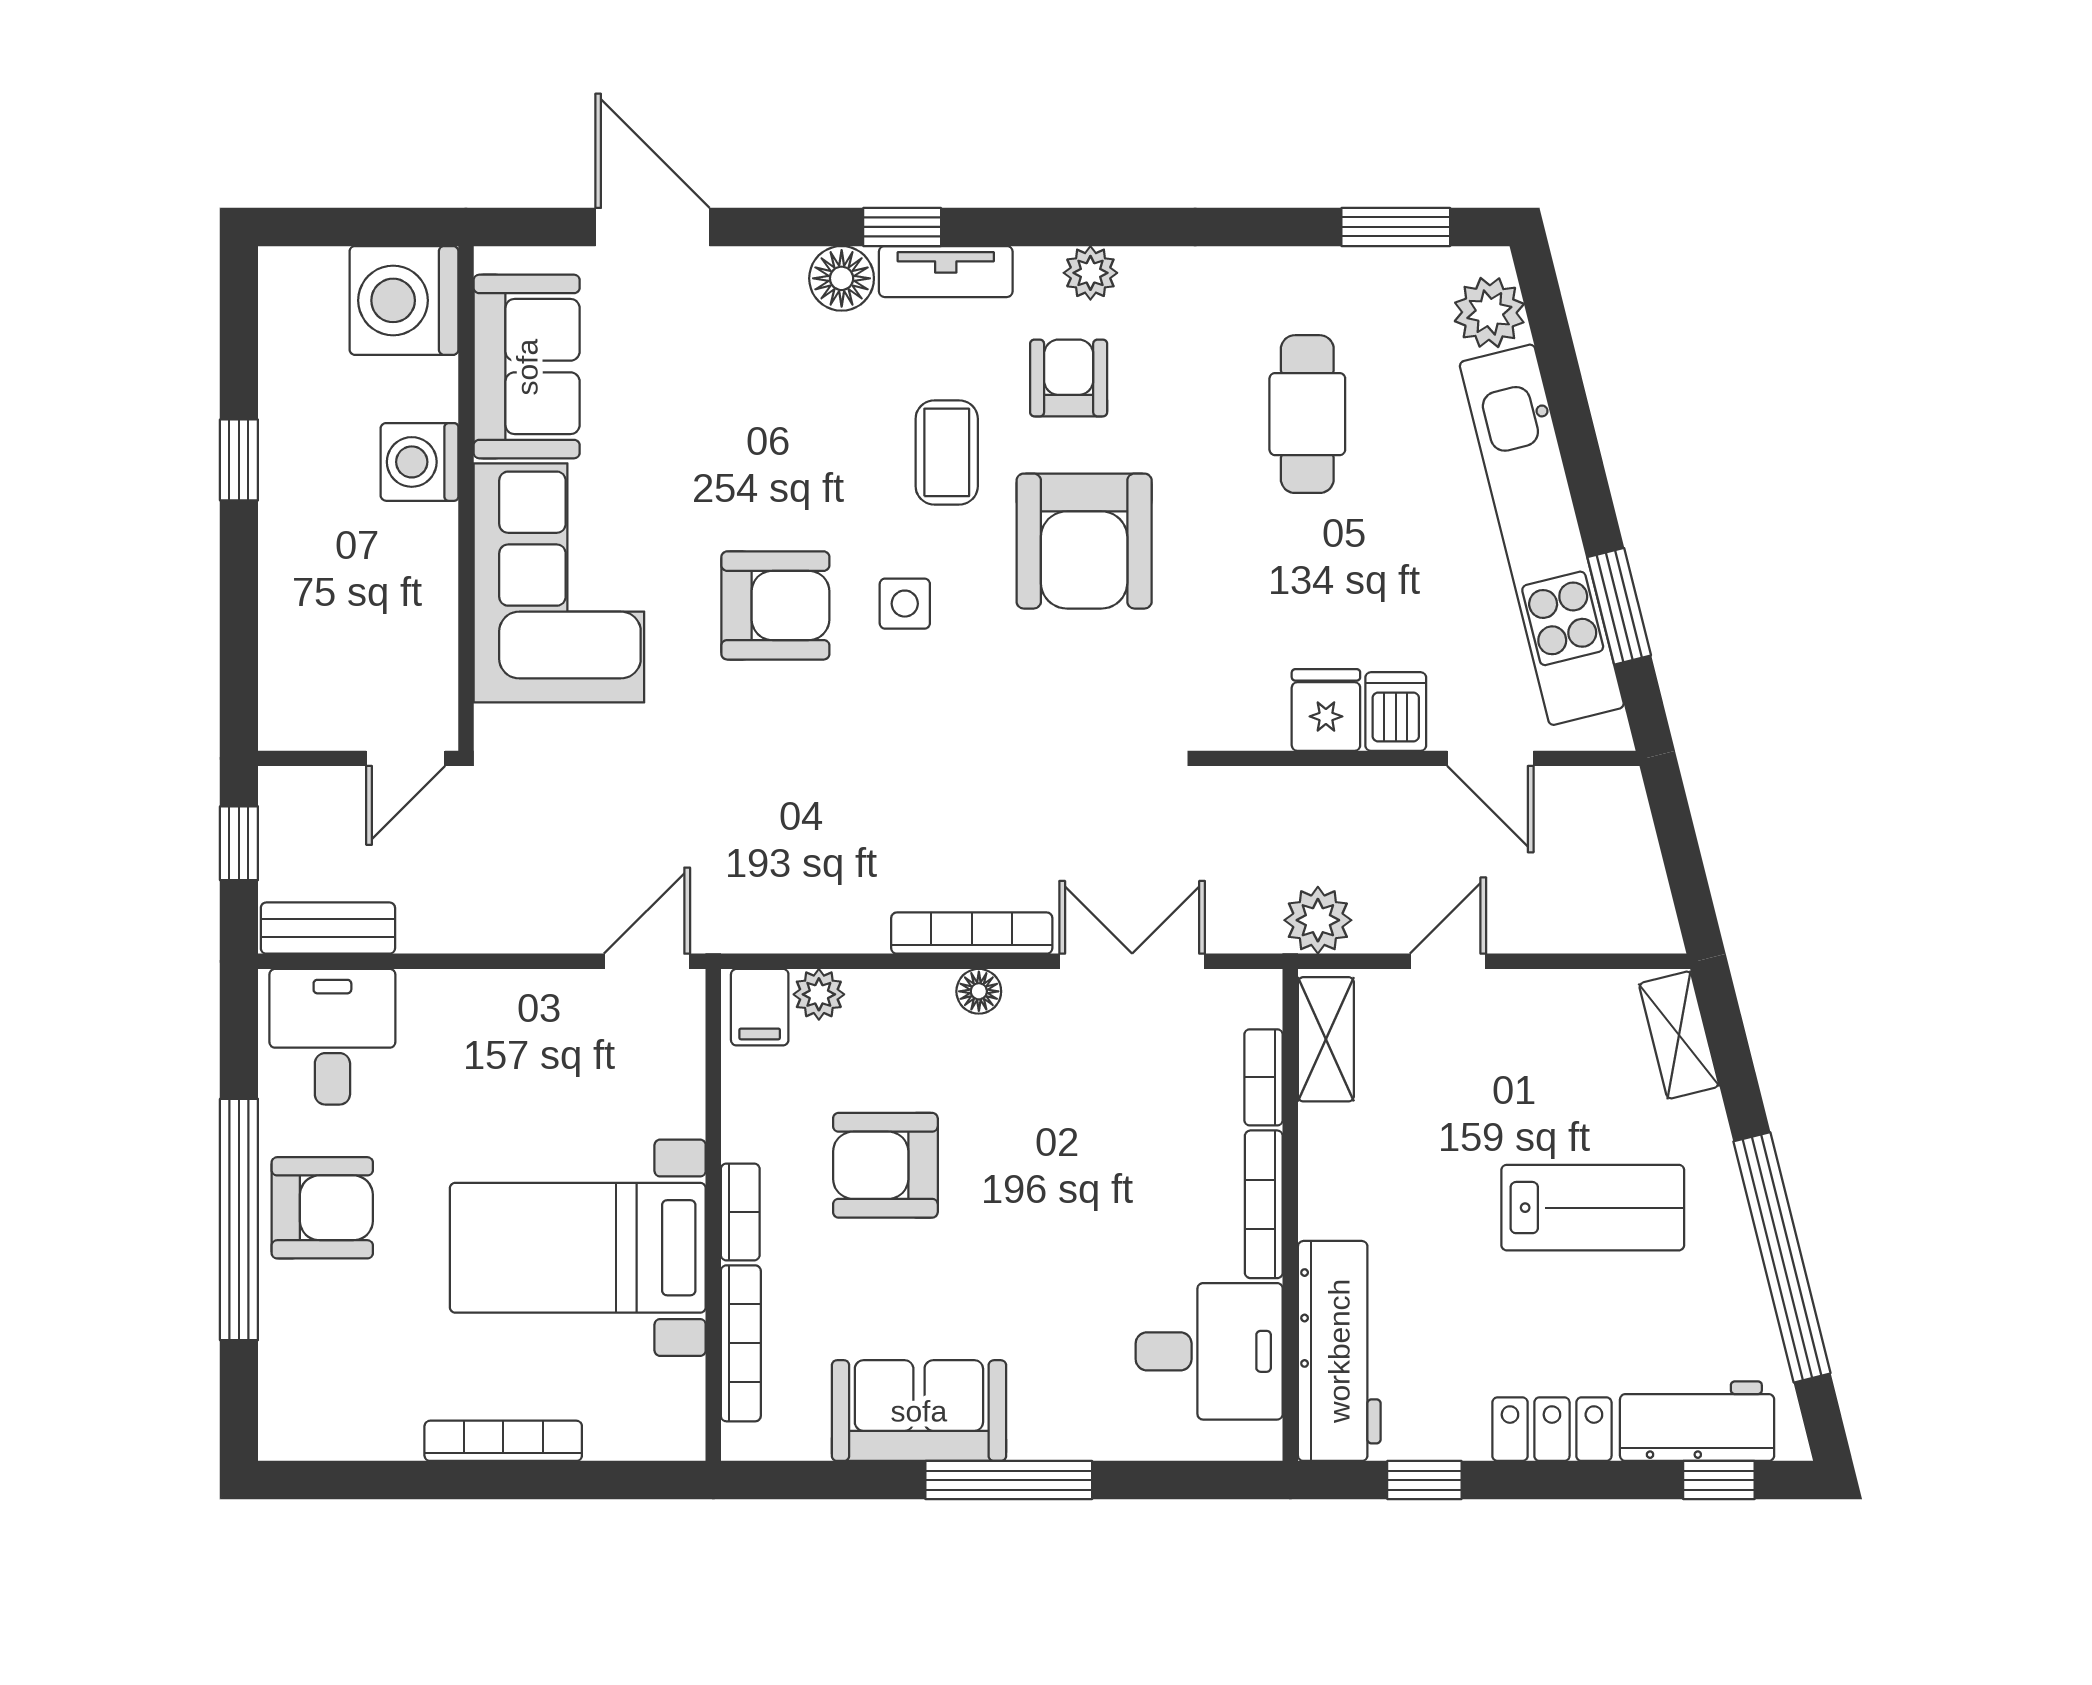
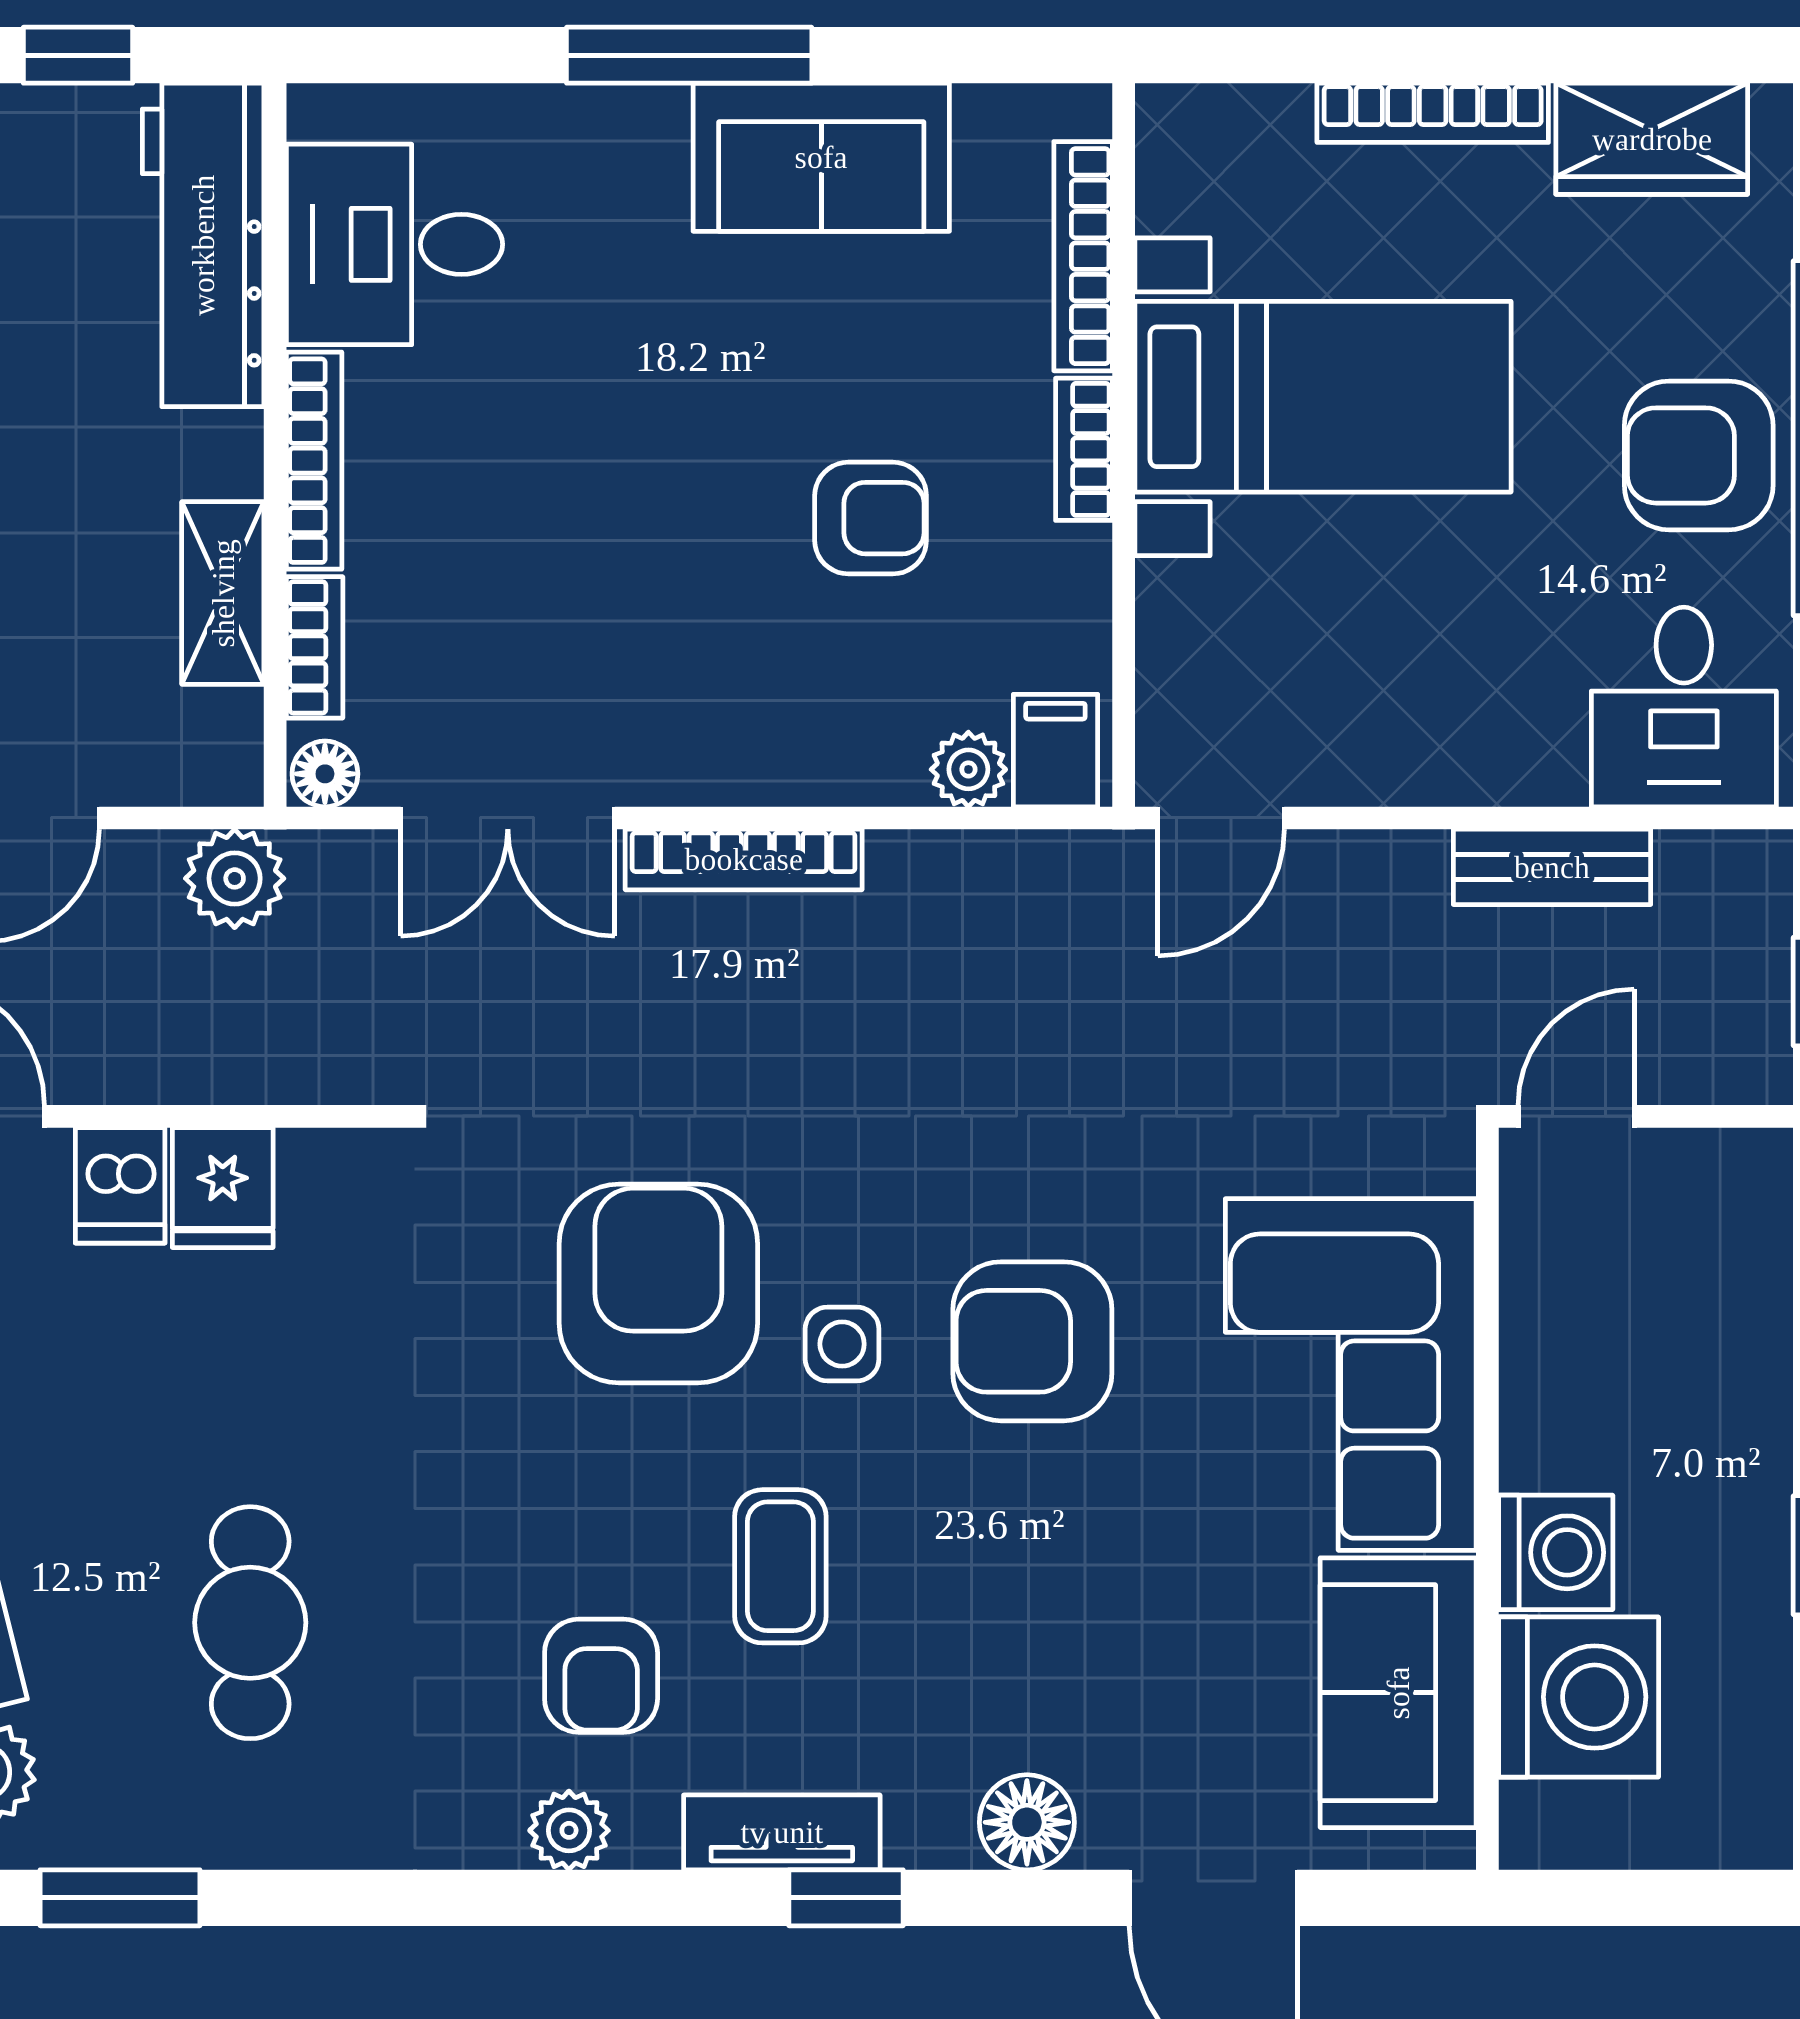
floor lamp: (842, 278) -> (1027, 1822), moved
washing machine: (404, 300) -> (1579, 1697), moved
armchair: (1084, 541) -> (658, 1284), moved
bench: (328, 928) -> (1552, 867), moved
floor lamp: (979, 991) -> (325, 774), moved
shelving: (1326, 1039) -> (223, 593), moved
armchair: (885, 1165) -> (871, 518), width x0.72, depth x0.72
wardrobe: (354, 1423) -> (1652, 139), added

